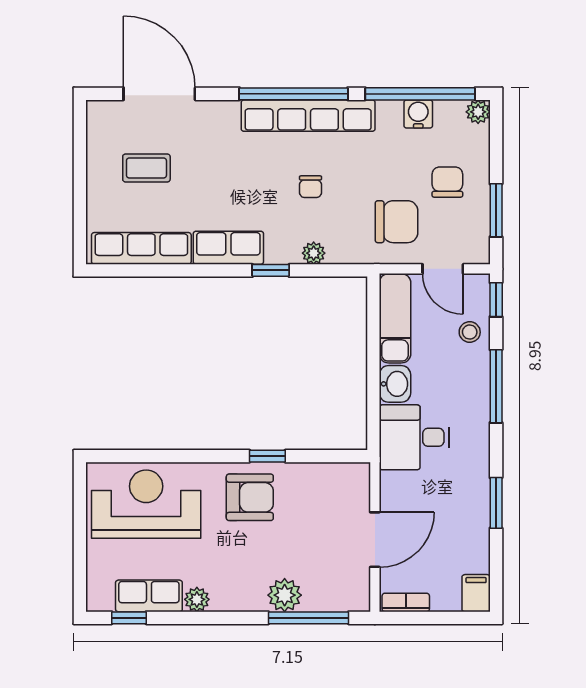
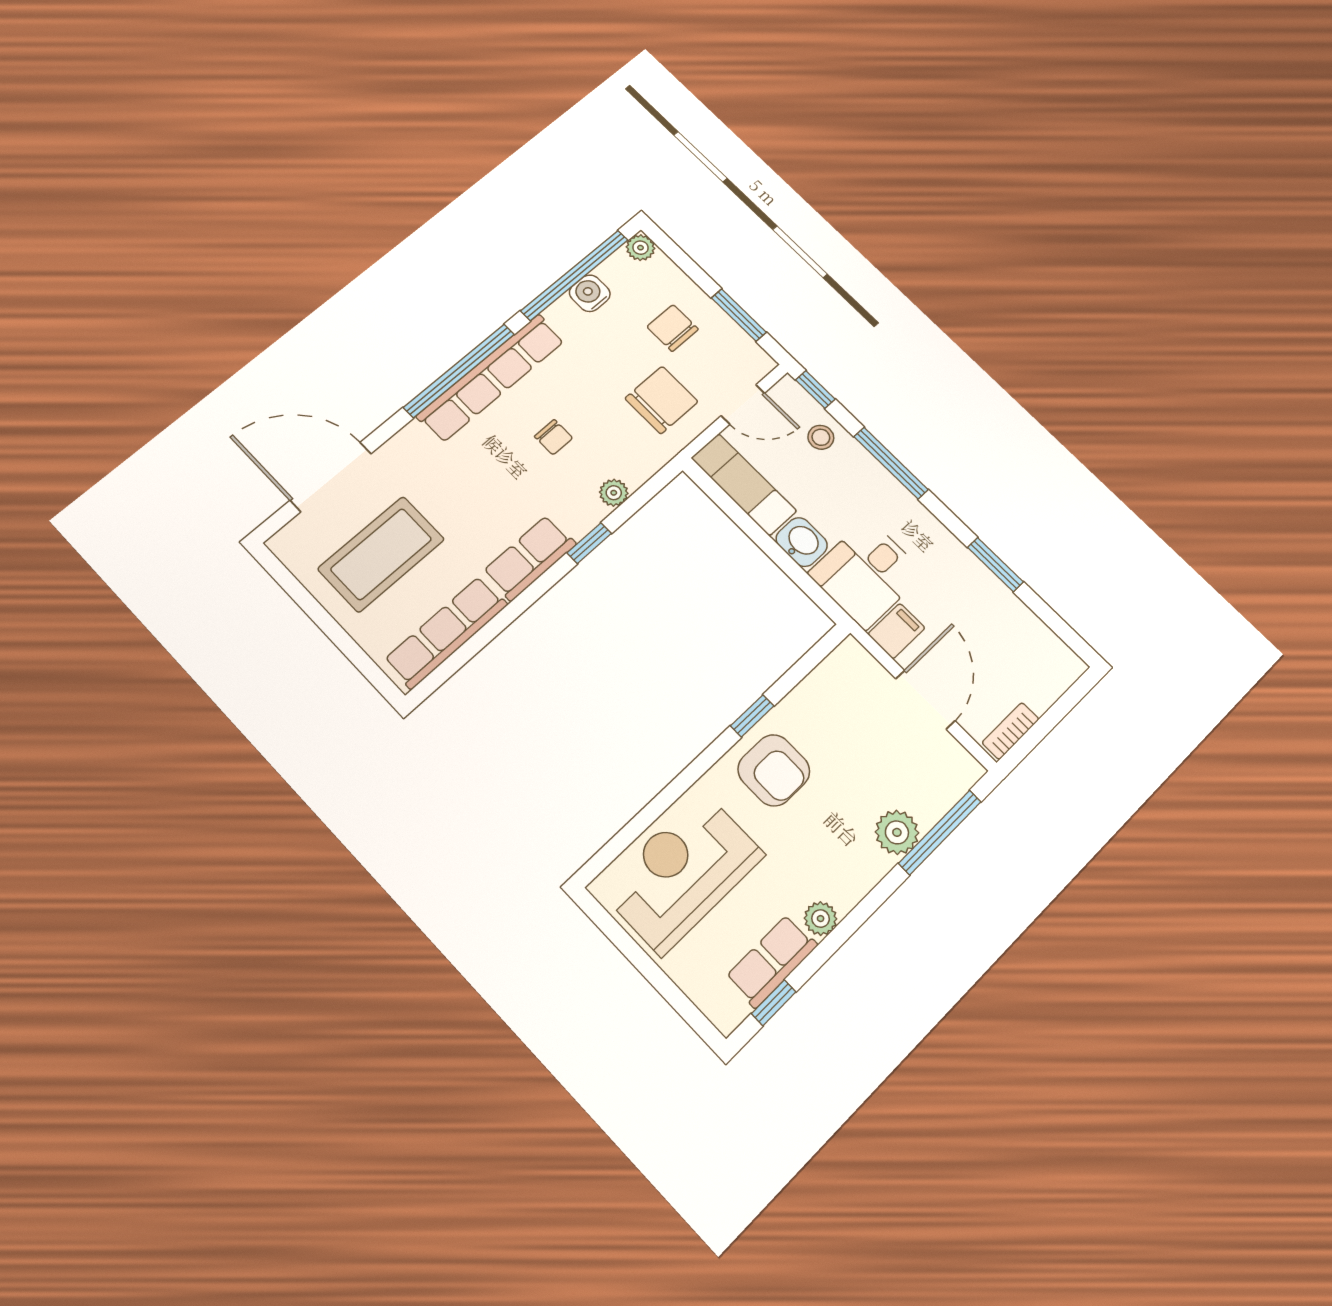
coffee table: (146, 168) -> (381, 554), width x1.86, depth x1.72
armchair: (250, 497) -> (774, 770), turned 90
filing cabinet: (476, 593) -> (896, 631), moved, turned 90

